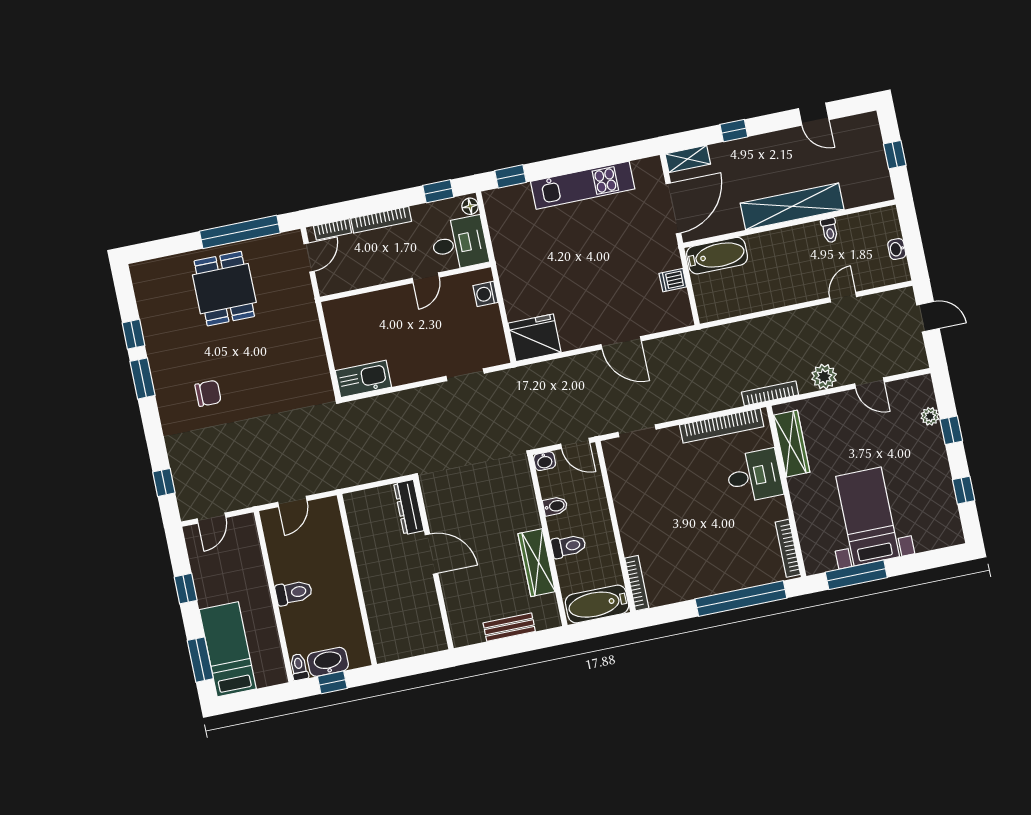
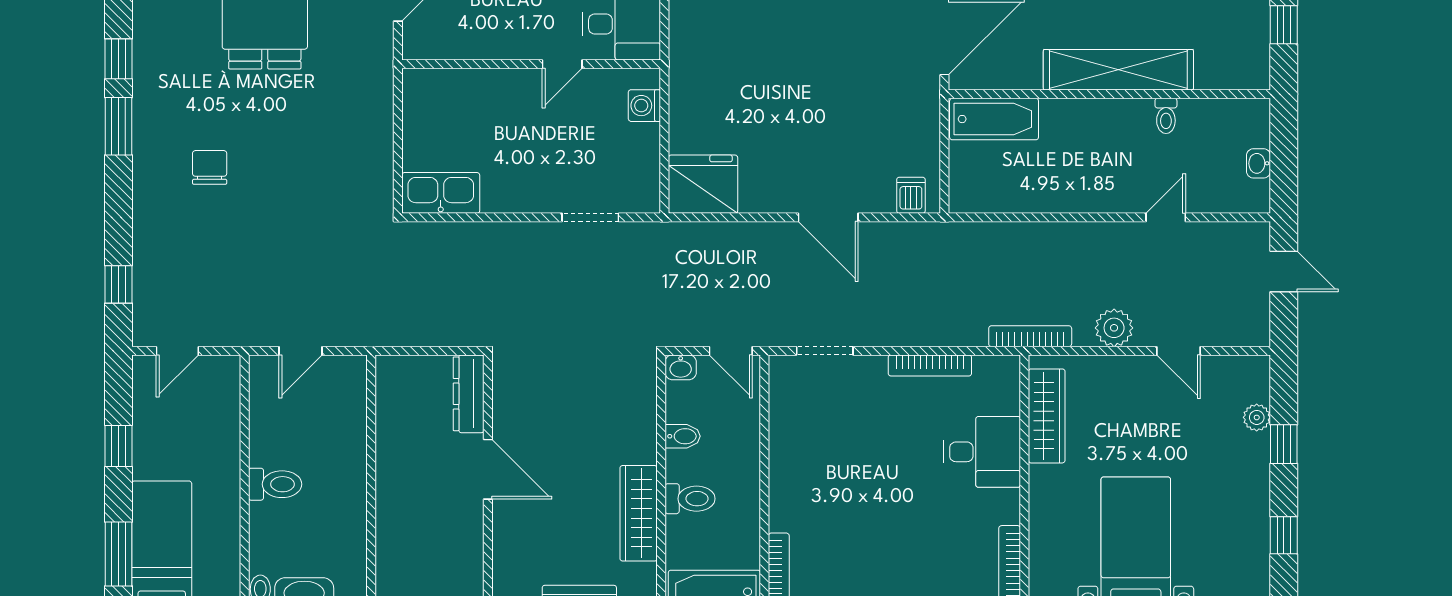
dishwasher: (673, 280) -> (911, 195), moved, turned 90
chair: (208, 393) -> (210, 167), turned -90
bookcase: (722, 426) -> (930, 365), width x0.68, depth x0.76

